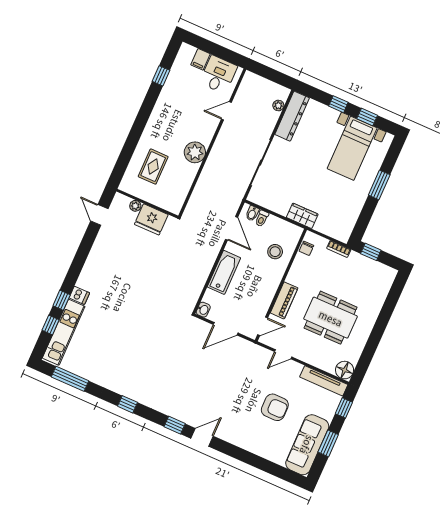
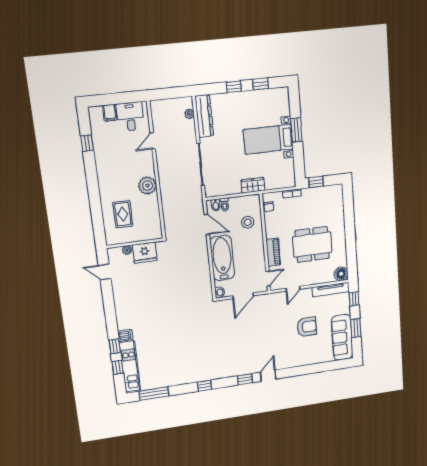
bed with nightstands: (352, 148) -> (268, 139), moved, turned 90
bathtub: (224, 272) -> (222, 258), width x1.36, depth x1.36

